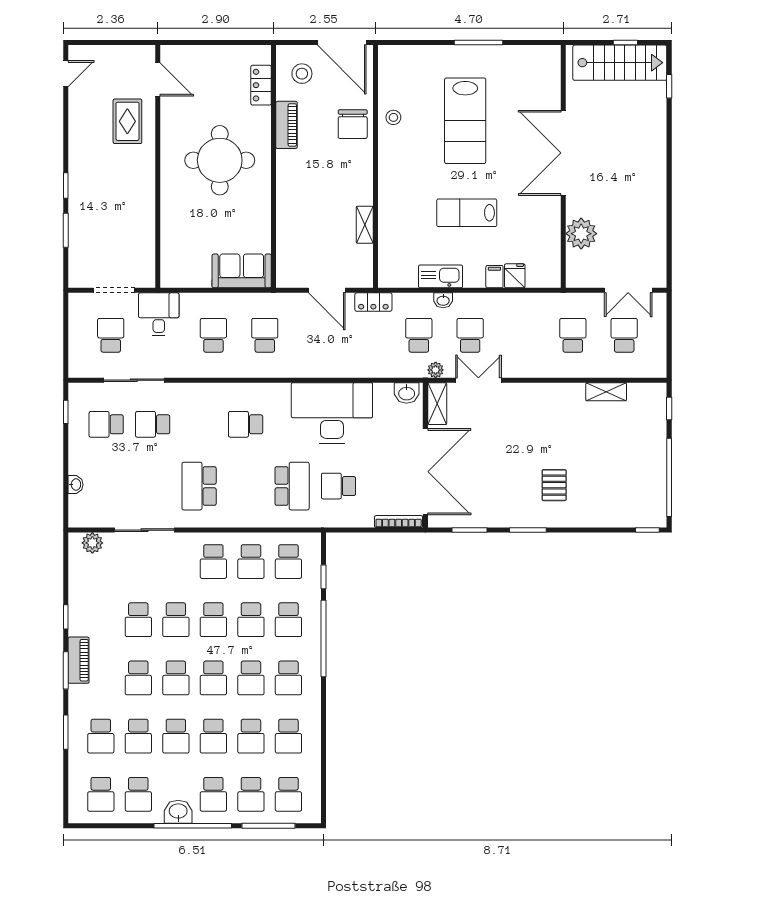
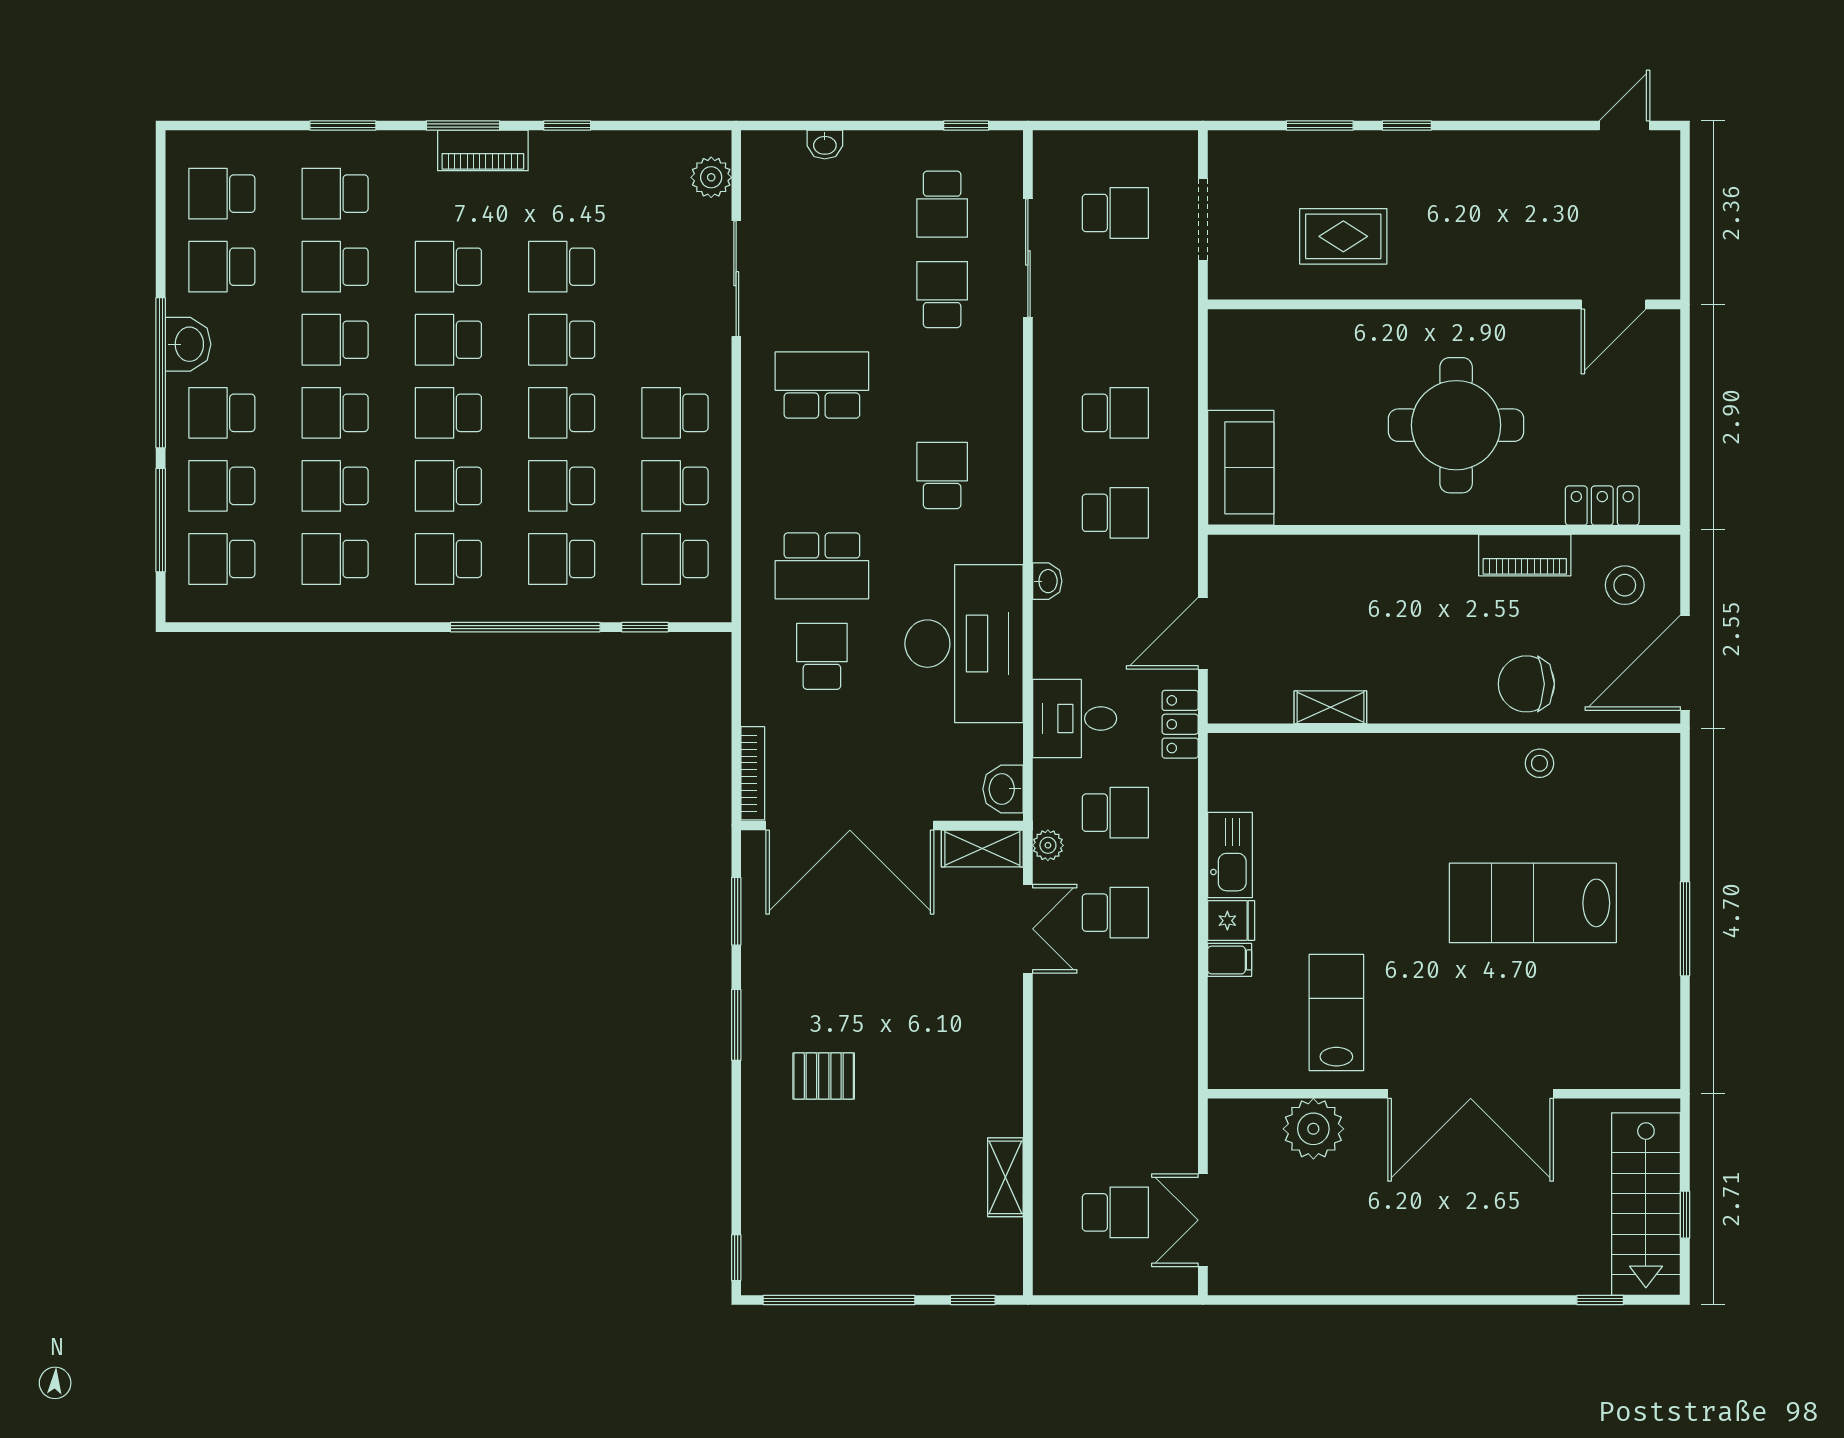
door: (66, 74) -> (1625, 125), swing flipped
rug: (127, 121) -> (1343, 236), moved
double door: (563, 153) -> (1471, 1094), swing flipped
lab bench: (467, 213) -> (1336, 1012), moved
fridge: (515, 276) -> (1231, 921), moved
washbasin: (443, 300) -> (1047, 581), moved, turned 180
desk: (159, 314) -> (1075, 719), moved, turned 180
school desk: (573, 335) -> (1115, 1112), removed
school desk: (106, 424) -> (942, 204), turned 180

